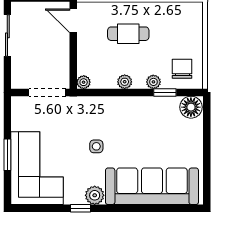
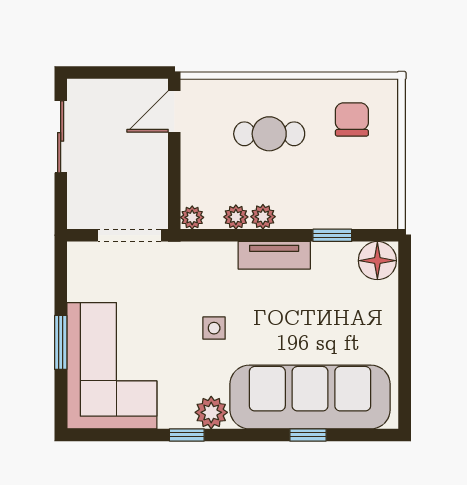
door: (73, 21) -> (174, 111), hinge flipped
chair: (182, 69) -> (352, 119), moved
plant: (153, 82) -> (236, 217), moved
tv unit: (131, 104) -> (274, 255), added
window: (151, 208) -> (308, 435), added

